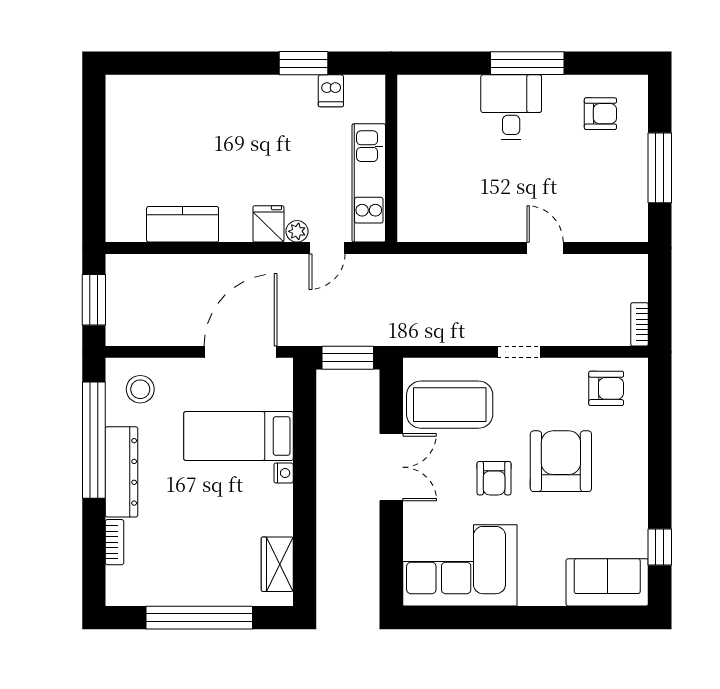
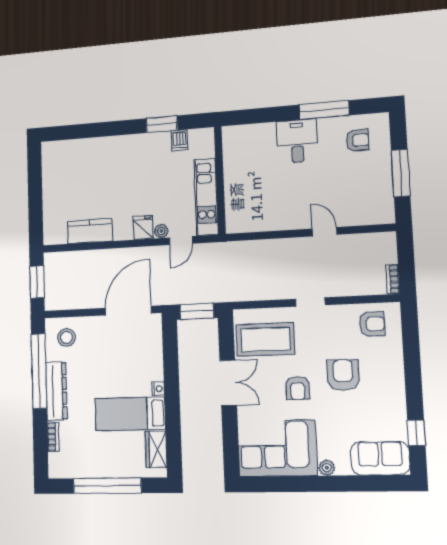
window: (527, 63) -> (324, 110), moved
bed: (238, 436) -> (130, 414), moved
armchair: (561, 461) -> (343, 375), width x0.73, depth x0.73
plant: (531, 595) -> (327, 468), added

